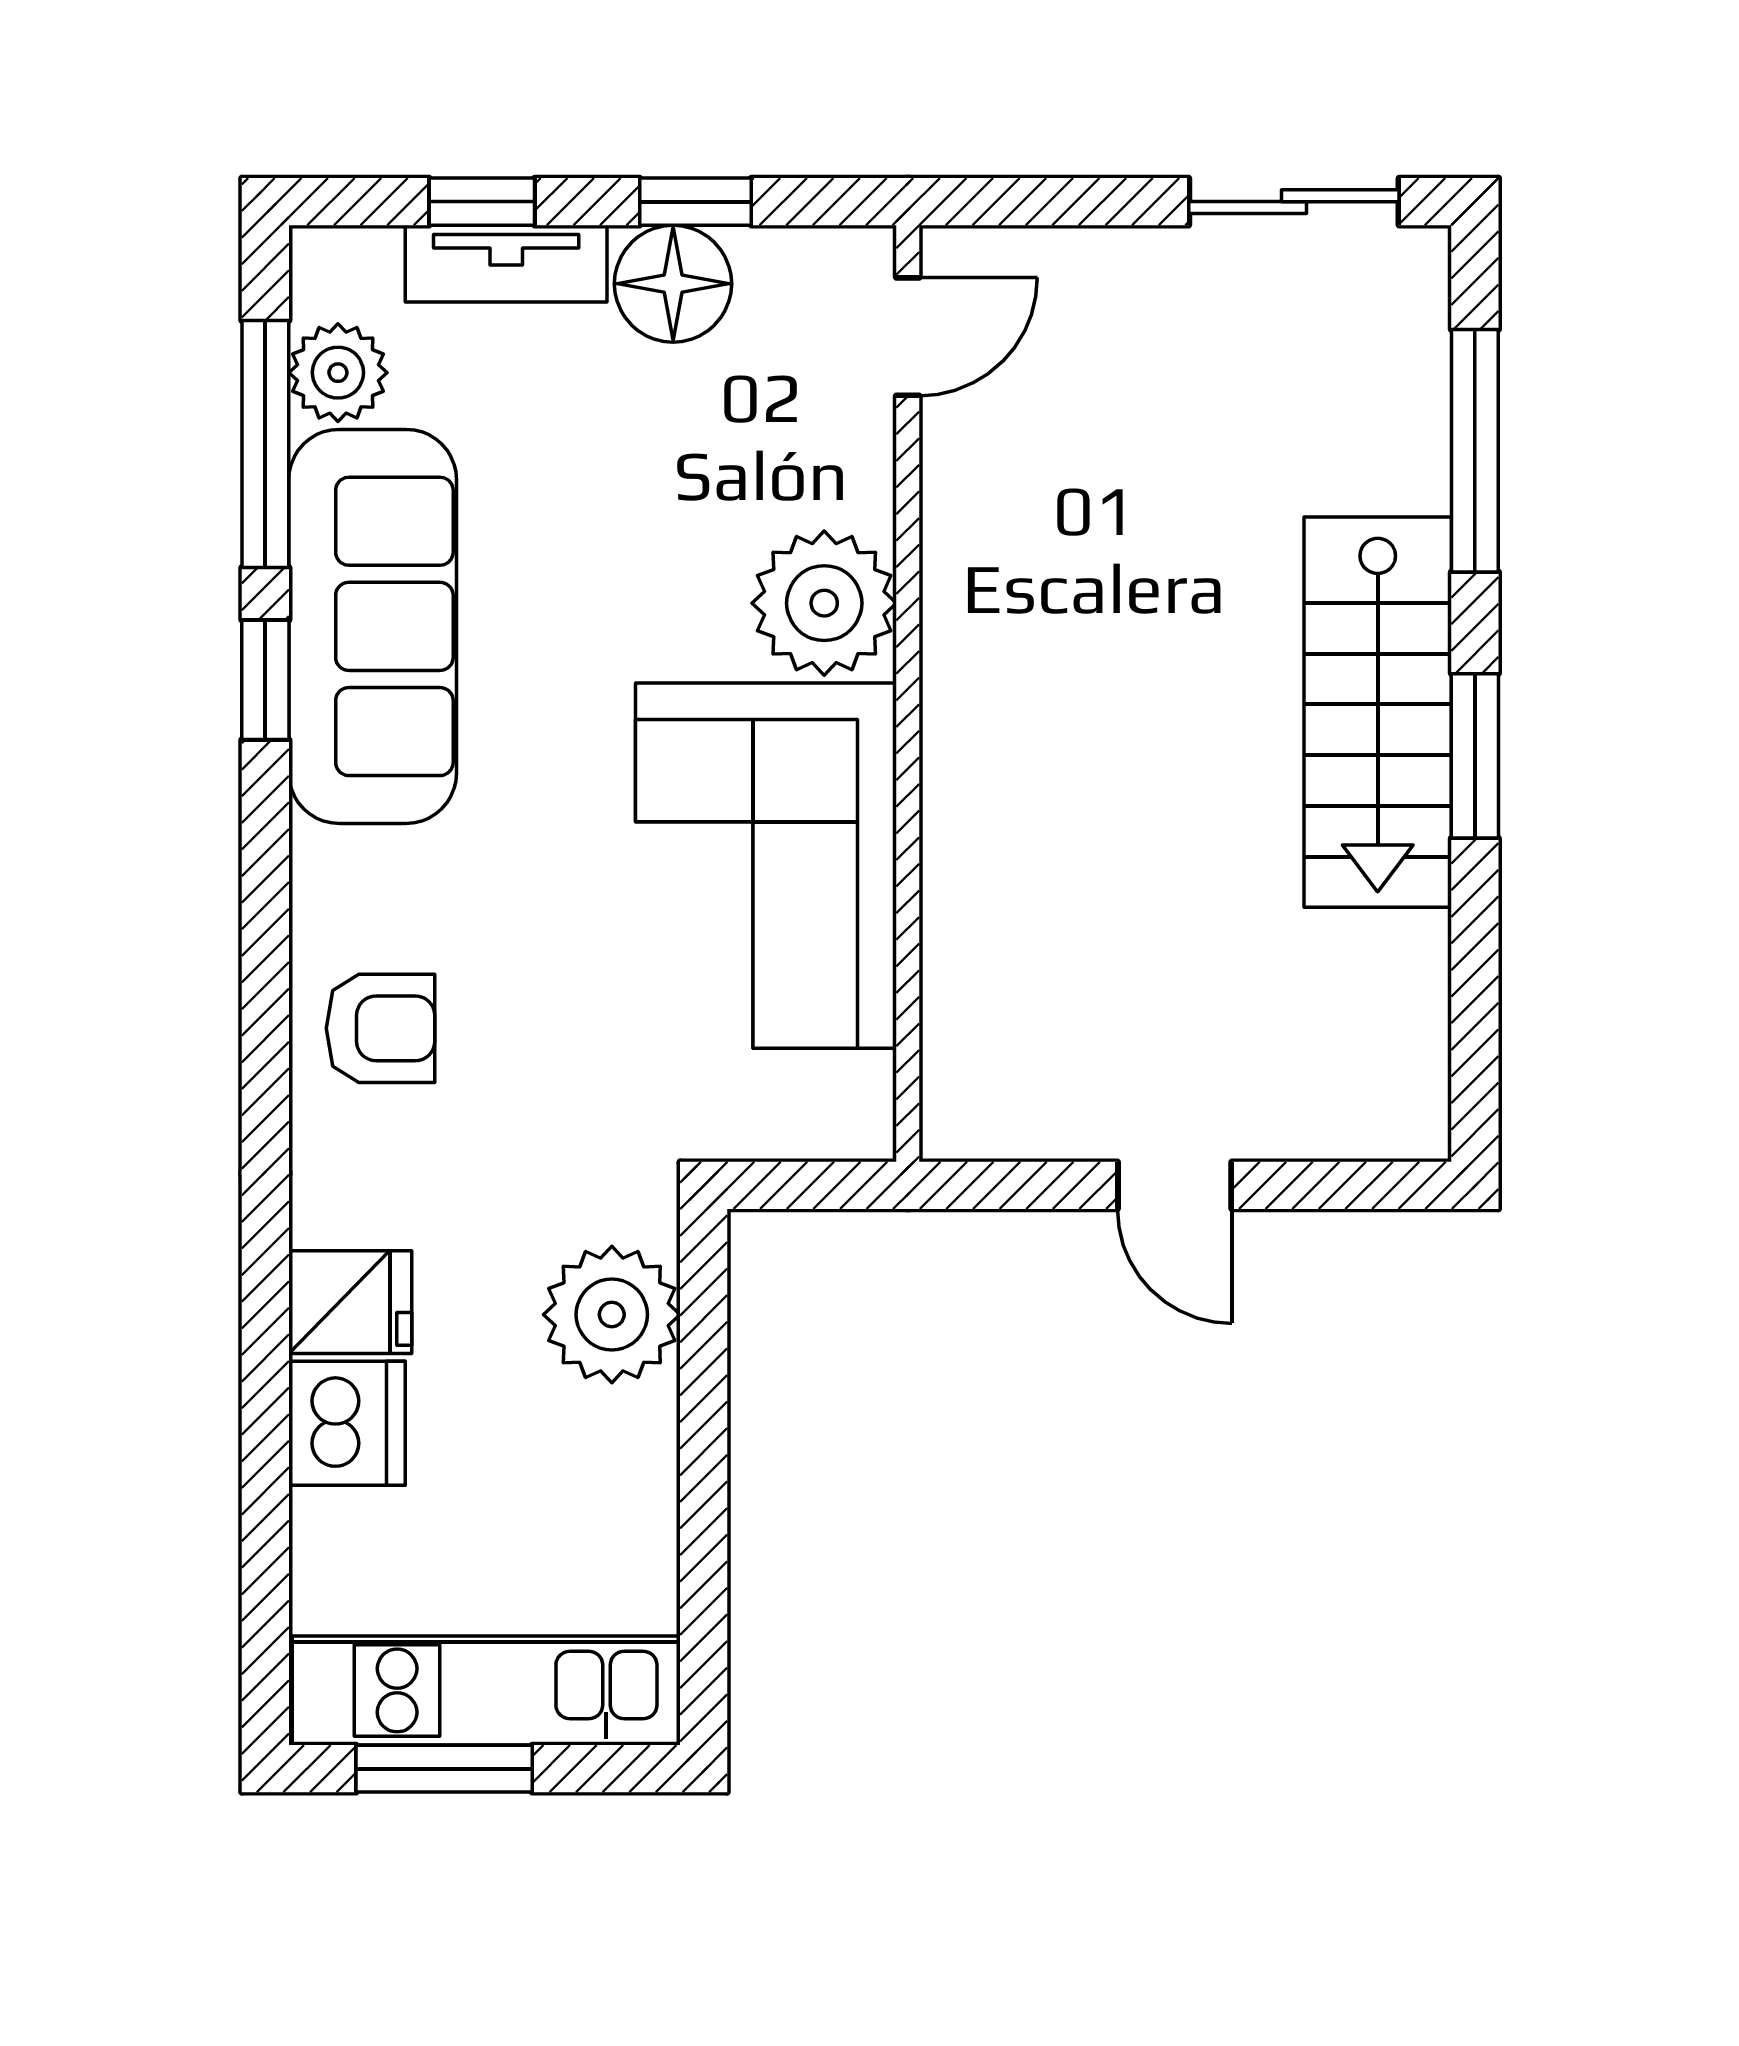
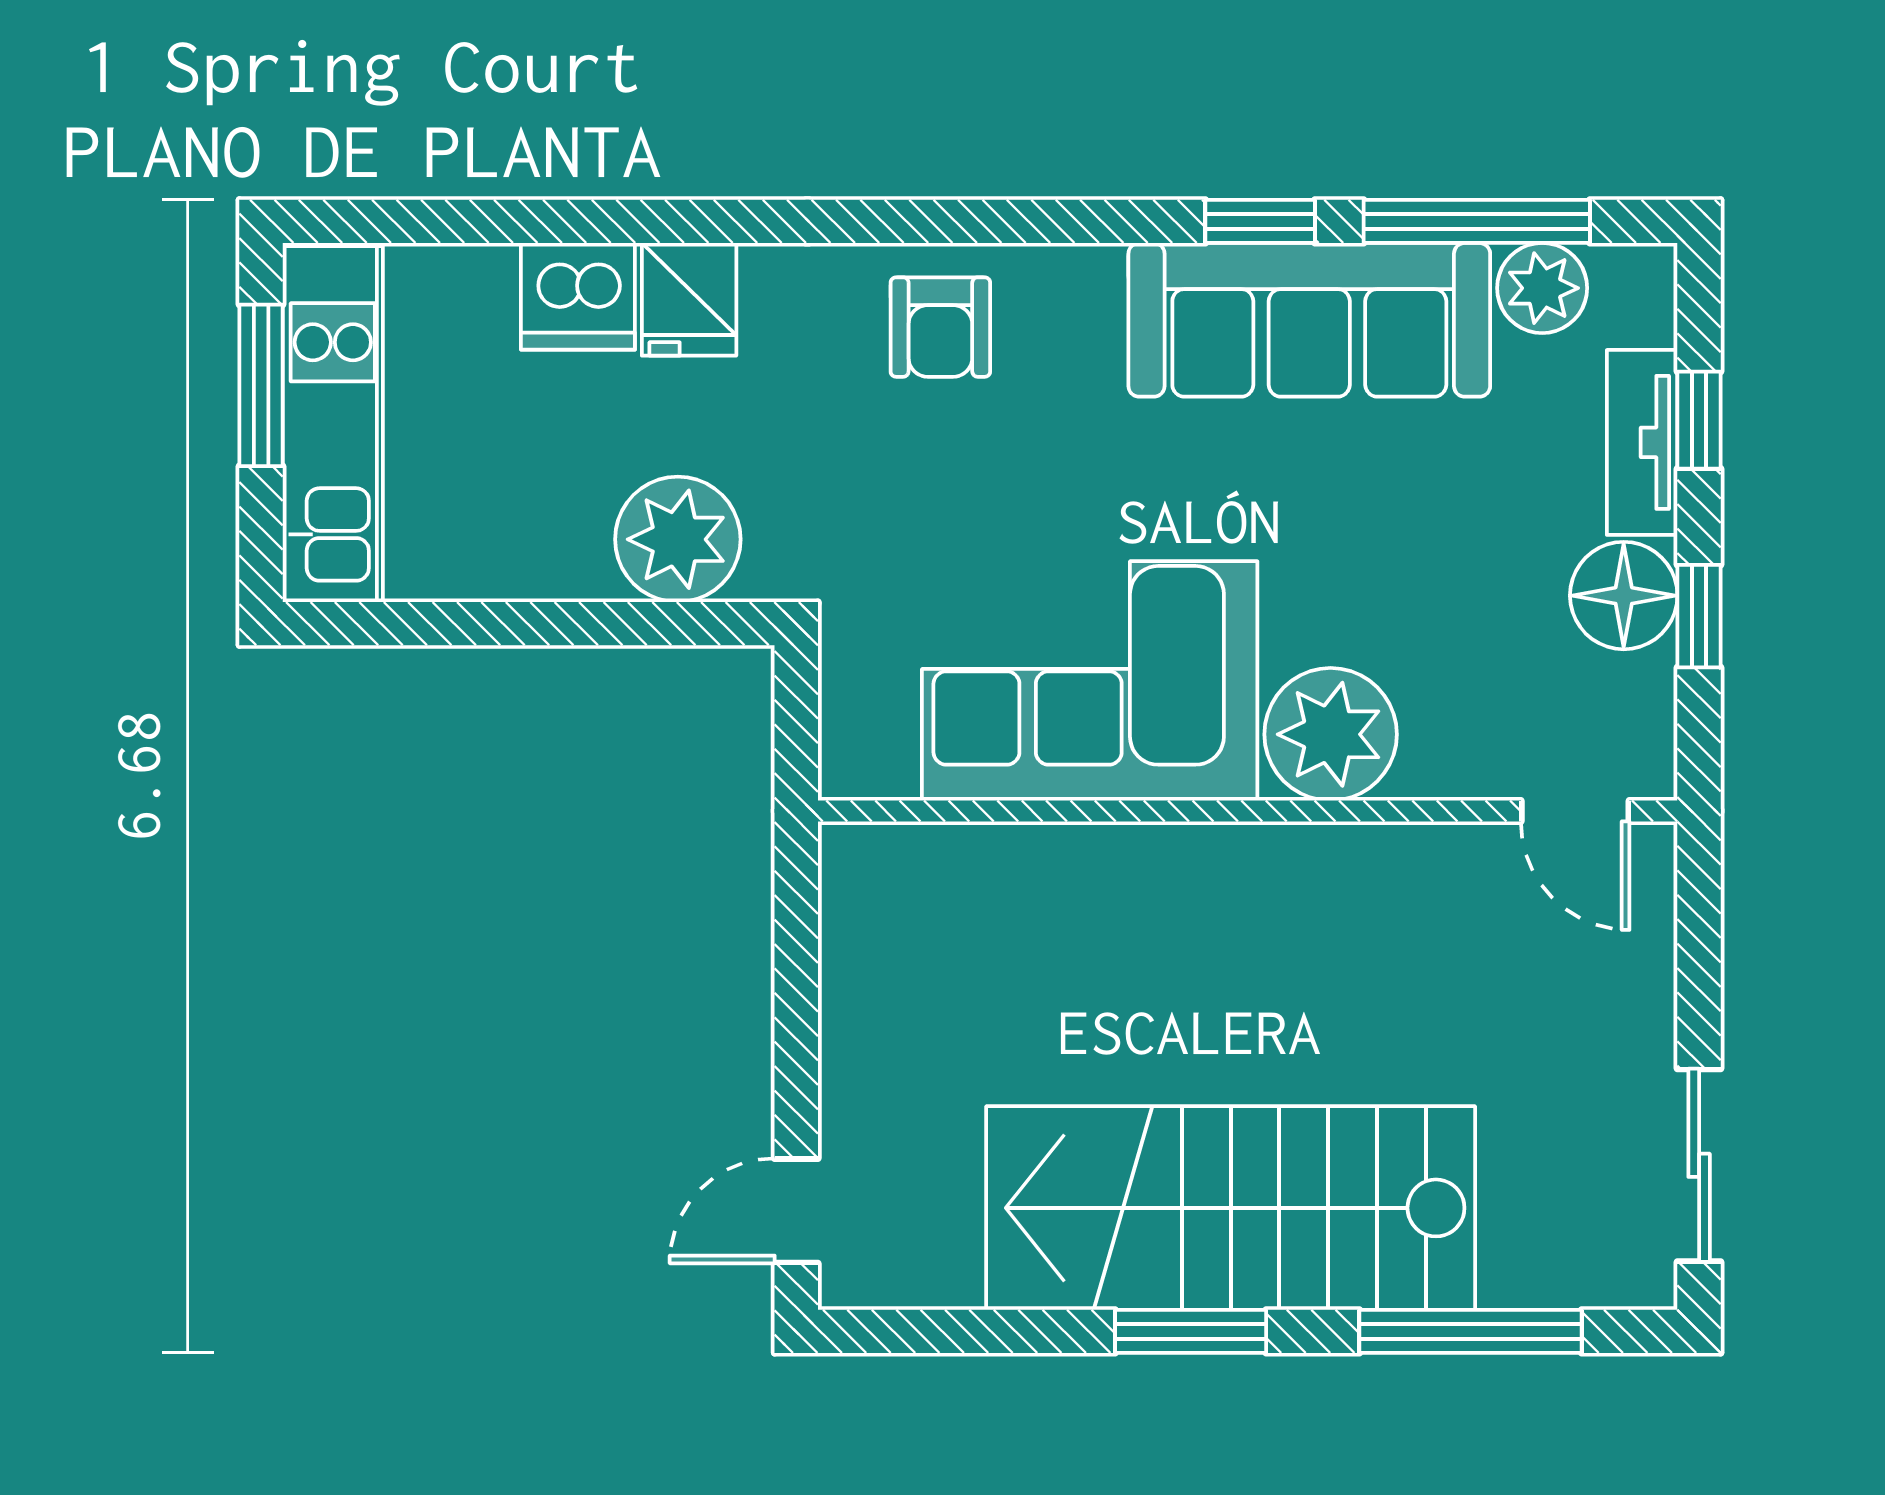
stairs: (1378, 712) -> (1231, 1208), width x1.36, depth x1.51
door: (1175, 1185) -> (796, 1211), moved

